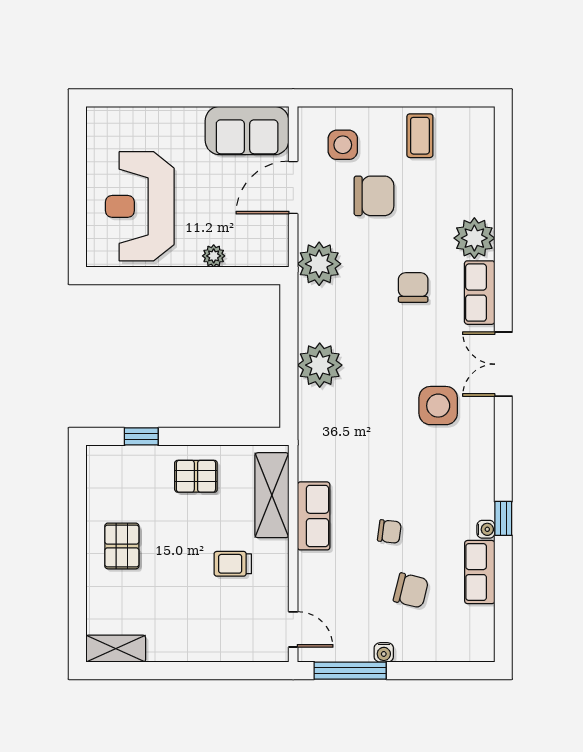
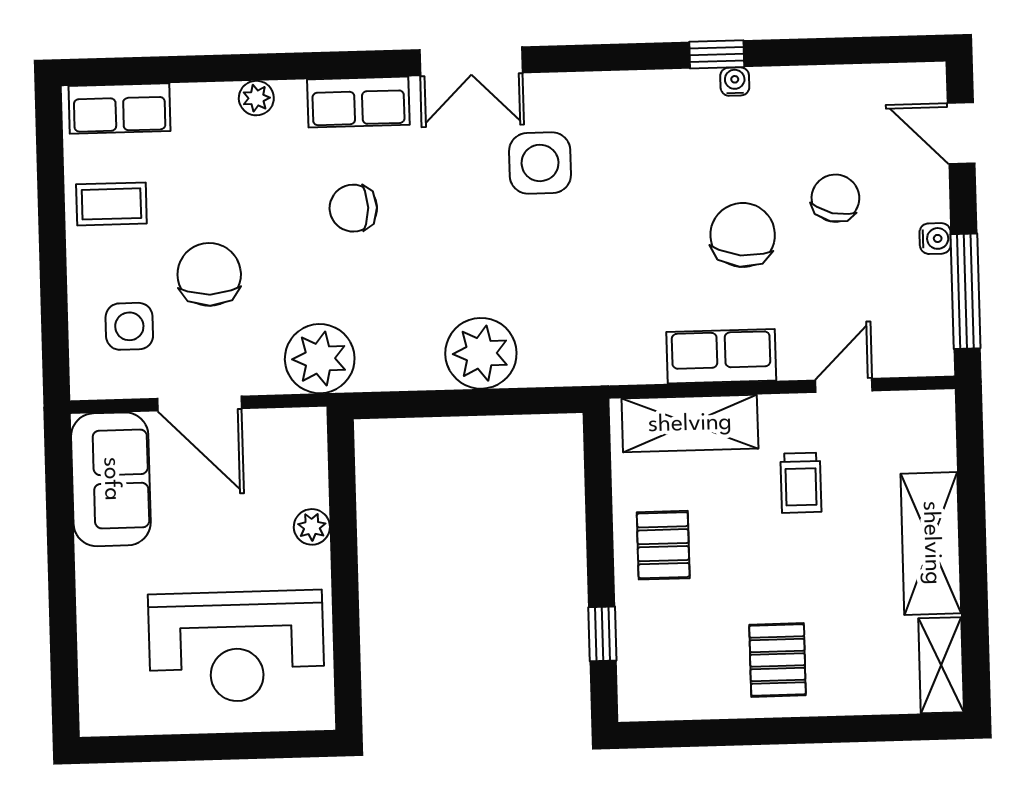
plant: (474, 238) -> (256, 98), width x0.53, depth x0.53
chair: (389, 532) -> (743, 235), width x1.87, depth x1.87
pallet: (122, 546) -> (778, 660), turned 90
row of seats: (480, 572) -> (119, 109), moved
door: (293, 629) -> (844, 385), moved
shelving: (192, 644) -> (931, 543), added
door: (449, 671) -> (961, 133), added

